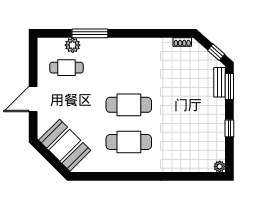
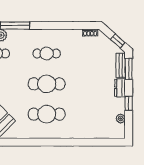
cafe table: (129, 68) -> (47, 53), added
dresser: (219, 110) -> (120, 88), added
plant: (220, 166) -> (121, 119), moved

